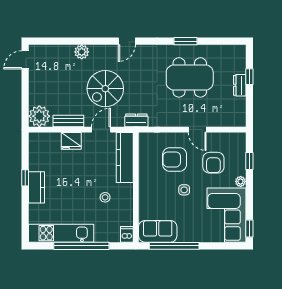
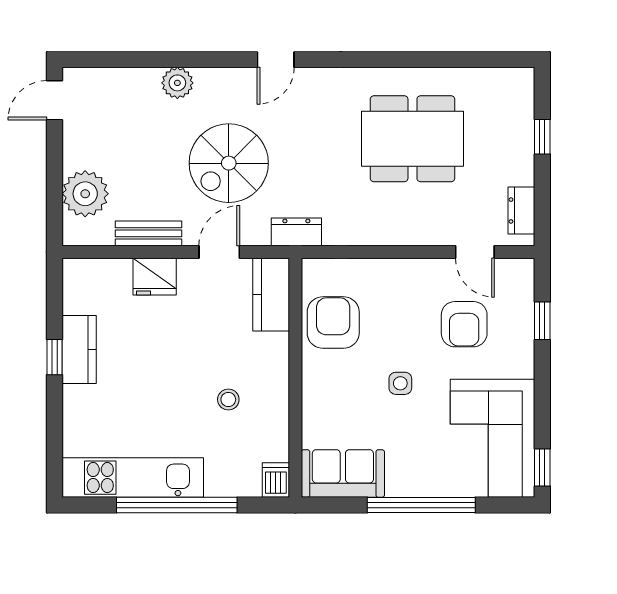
window: (186, 41) -> (403, 60), removed
dresser: (240, 85) -> (521, 211), moved
plant: (39, 116) -> (85, 194), moved
door: (197, 130) -> (475, 252), moved
kitchen counter: (125, 158) -> (271, 295), width x0.67
armchair: (175, 159) -> (333, 323), moved, turned 90
plant: (241, 181) -> (523, 365), removed
kitchen counter: (37, 187) -> (79, 350), moved
window: (174, 246) -> (421, 505), moved

